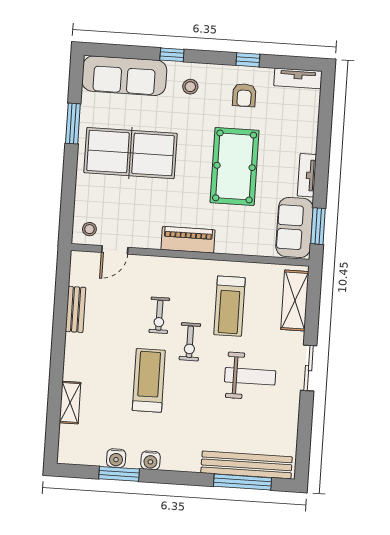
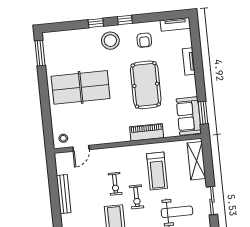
window: (248, 60) -> (125, 20), moved
sofa: (124, 76) -> (69, 41), removed
stool: (190, 87) -> (110, 41), width x1.89, depth x1.89
window: (73, 124) -> (40, 53), moved
tv unit: (307, 175) -> (189, 61), moved
piano: (188, 240) -> (147, 132), moved
bench: (76, 309) -> (64, 194), width x1.36

